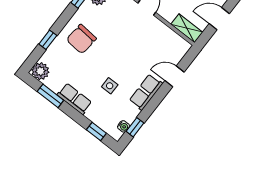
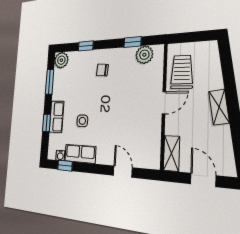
chair: (81, 39) -> (102, 70), width x0.54, depth x0.54
row of seats: (146, 92) -> (80, 154), moved
row of seats: (74, 99) -> (57, 117), moved
window: (96, 132) -> (46, 123), moved

